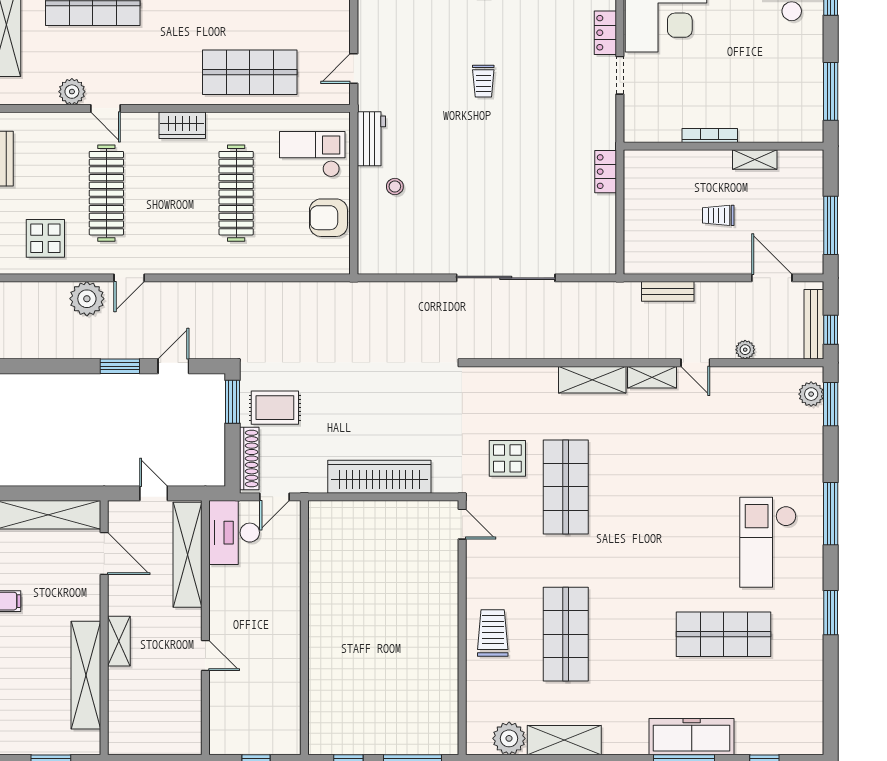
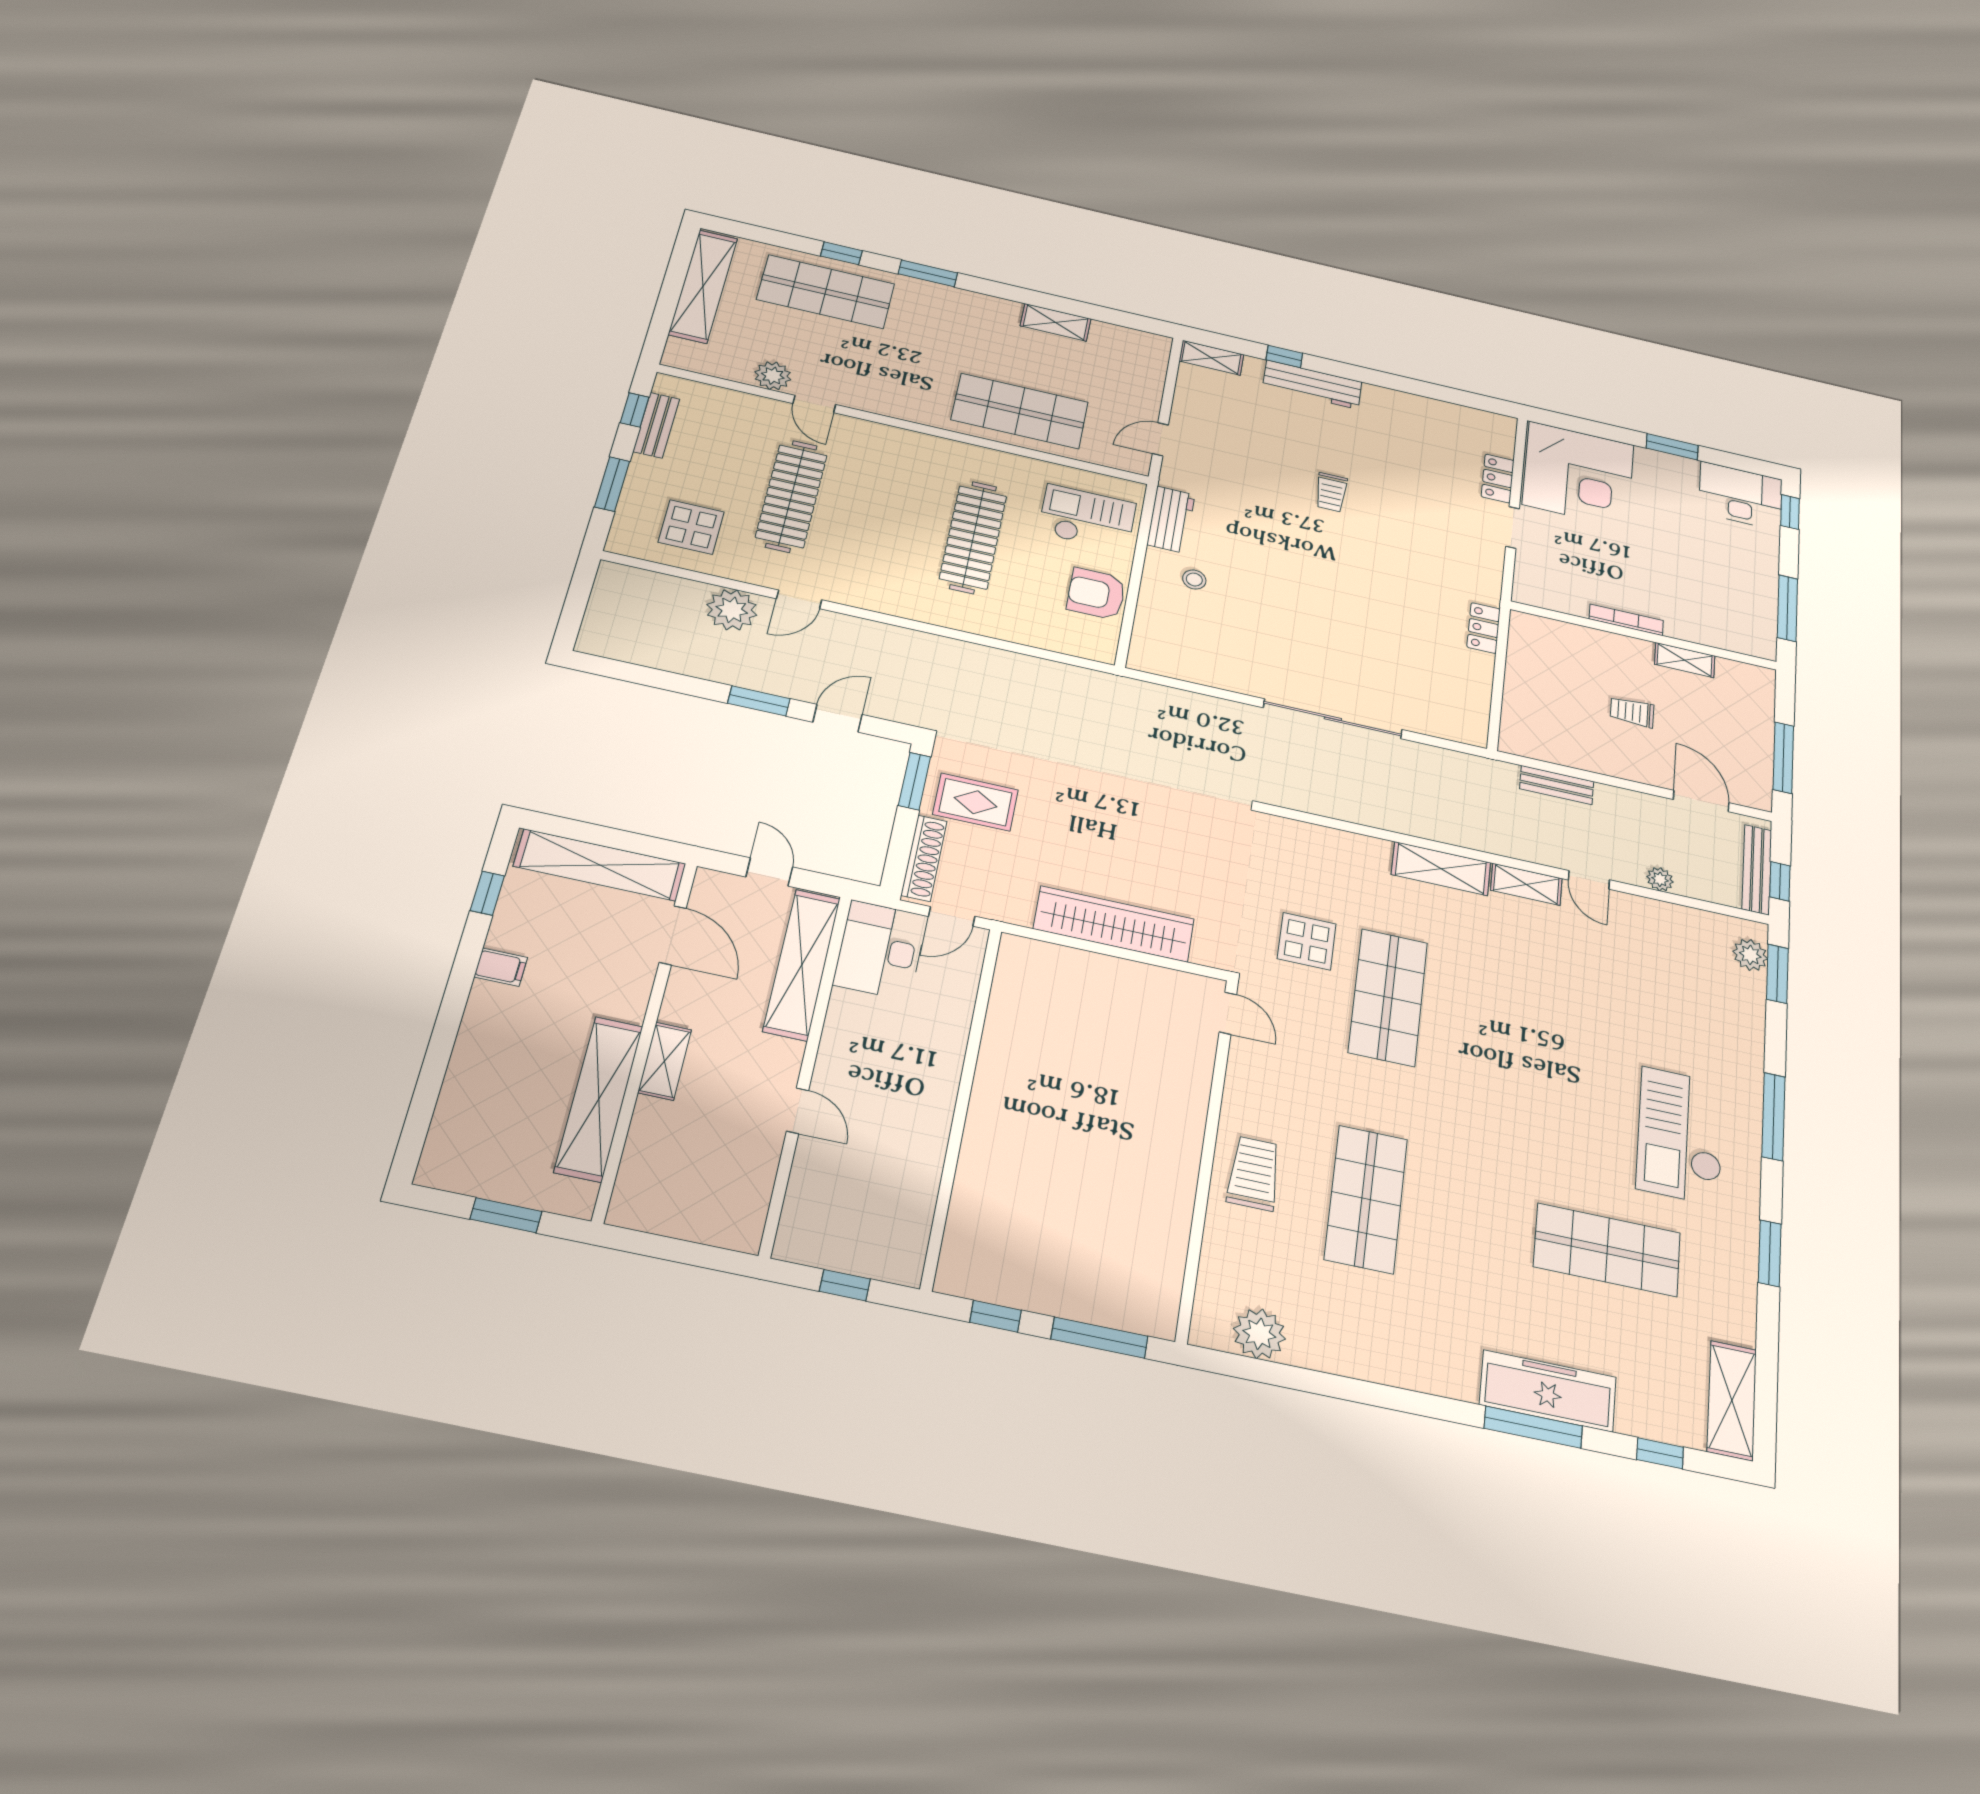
wardrobe: (182, 125) -> (915, 446), removed
shelving: (564, 740) -> (1732, 1400), moved, turned 90

